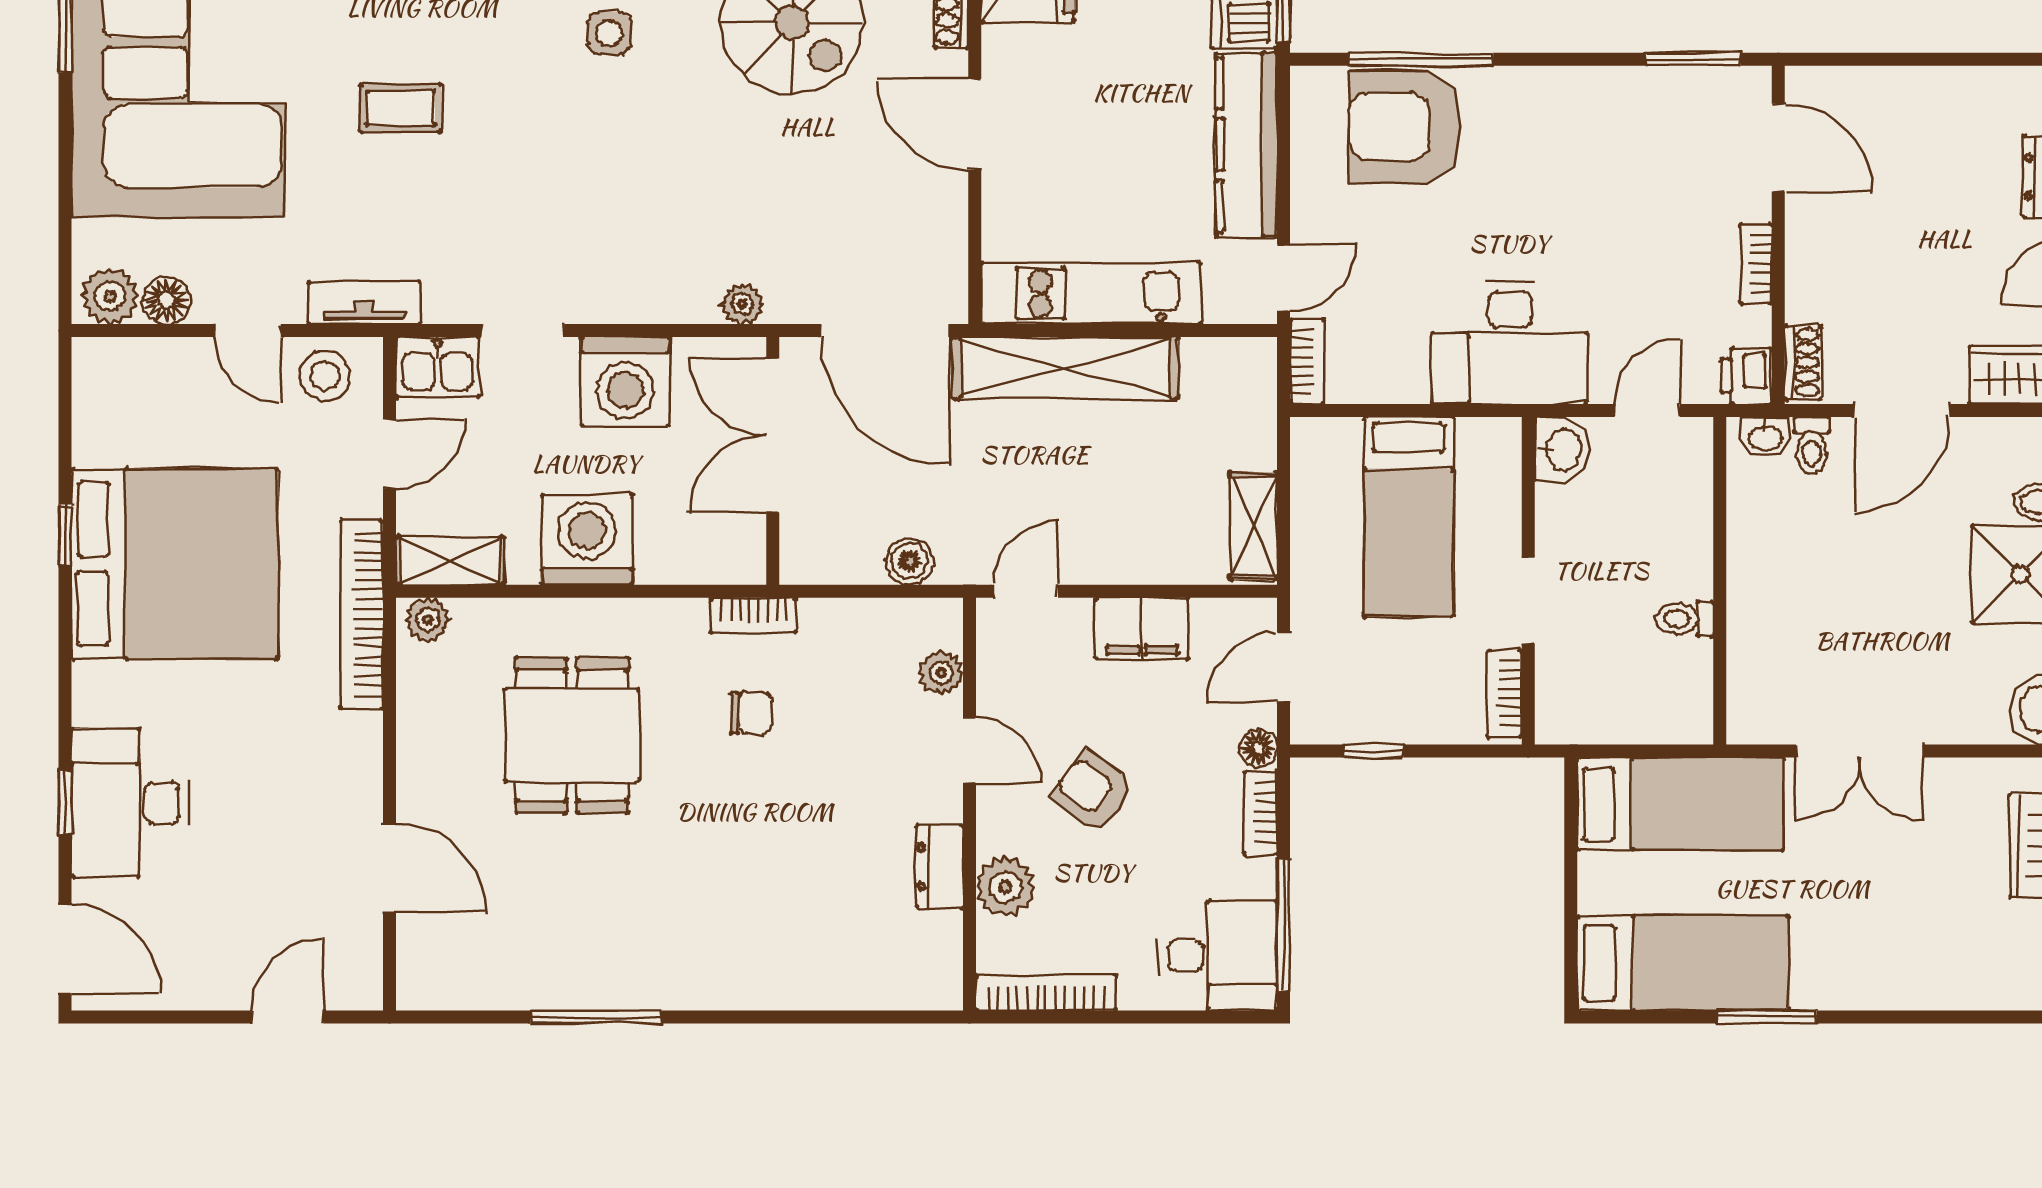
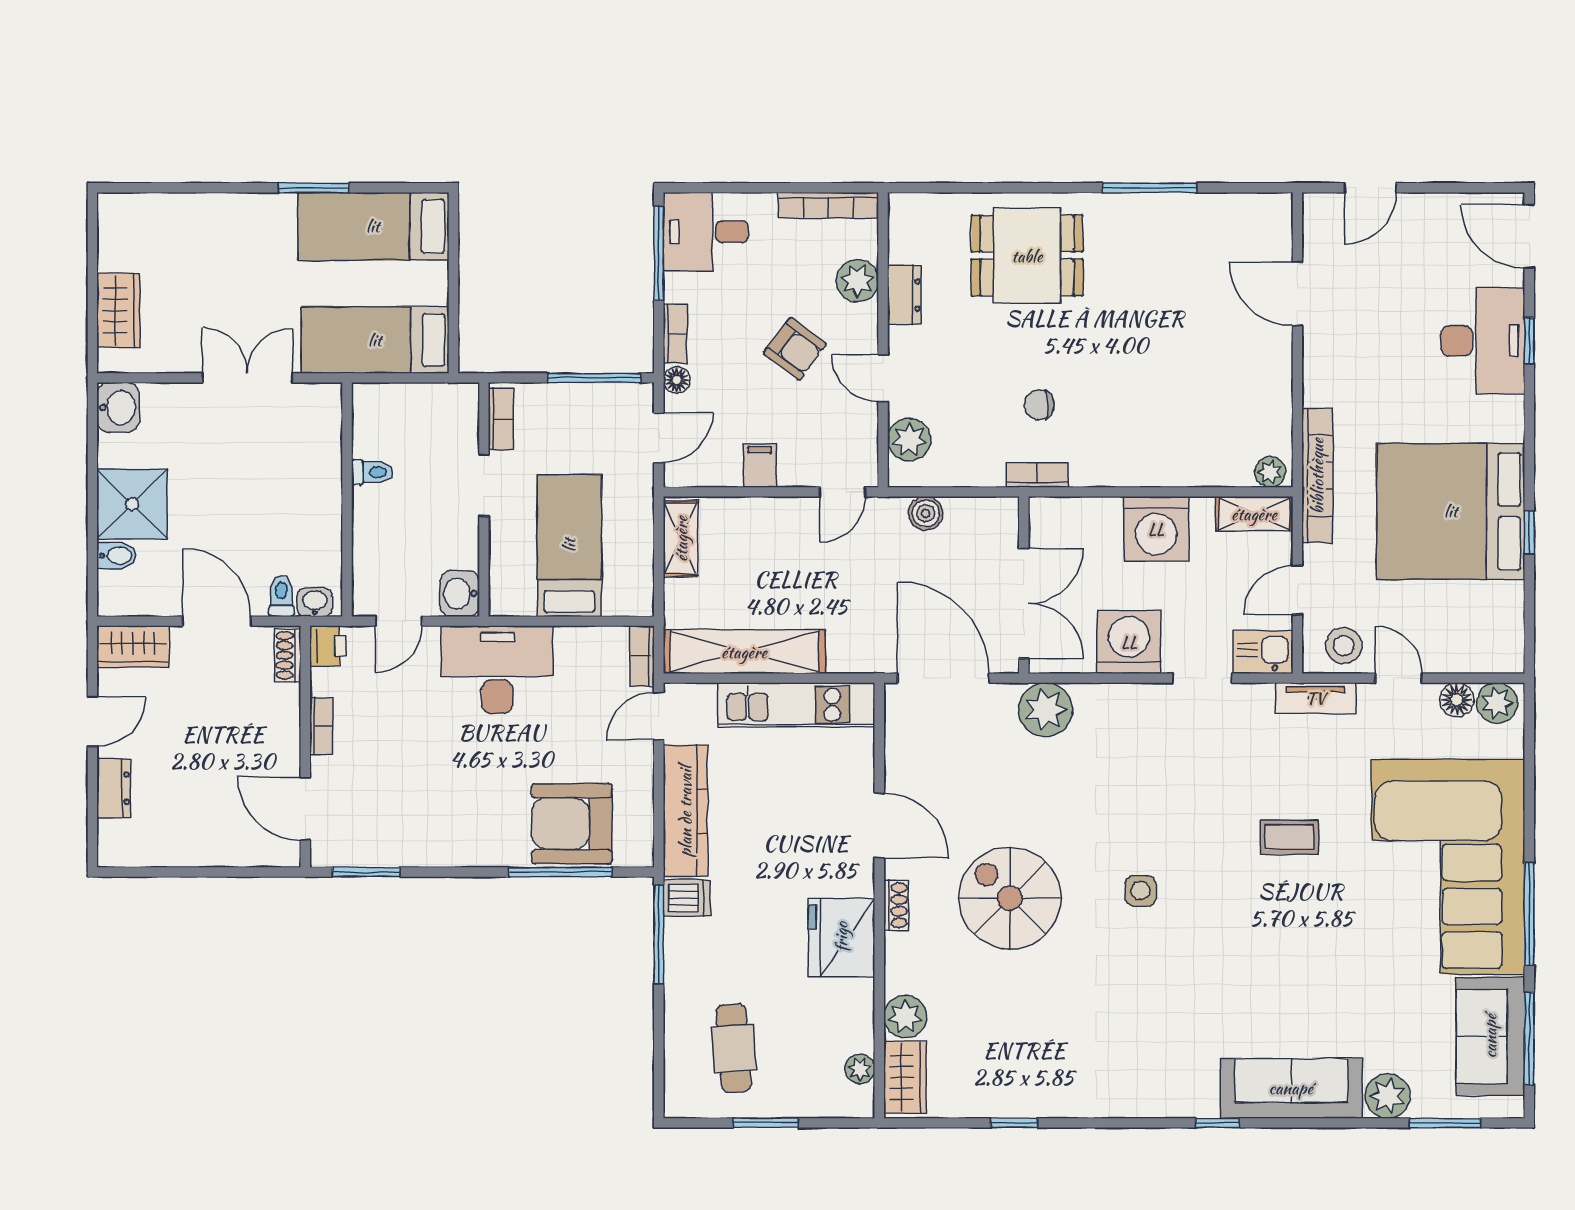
armchair: (1405, 127) -> (572, 824), turned 180
plant: (742, 304) -> (1046, 710), width x1.88, depth x1.88
shelving: (1065, 368) -> (744, 652), moved
door: (1902, 410) -> (217, 621), hinge flipped
filing cabinet: (1142, 629) -> (760, 465), width x0.50
plant: (941, 673) -> (909, 440), width x1.38, depth x1.38
dining table: (572, 735) -> (1027, 256), moved, turned 90
window: (1374, 751) -> (594, 378), width x2.17

